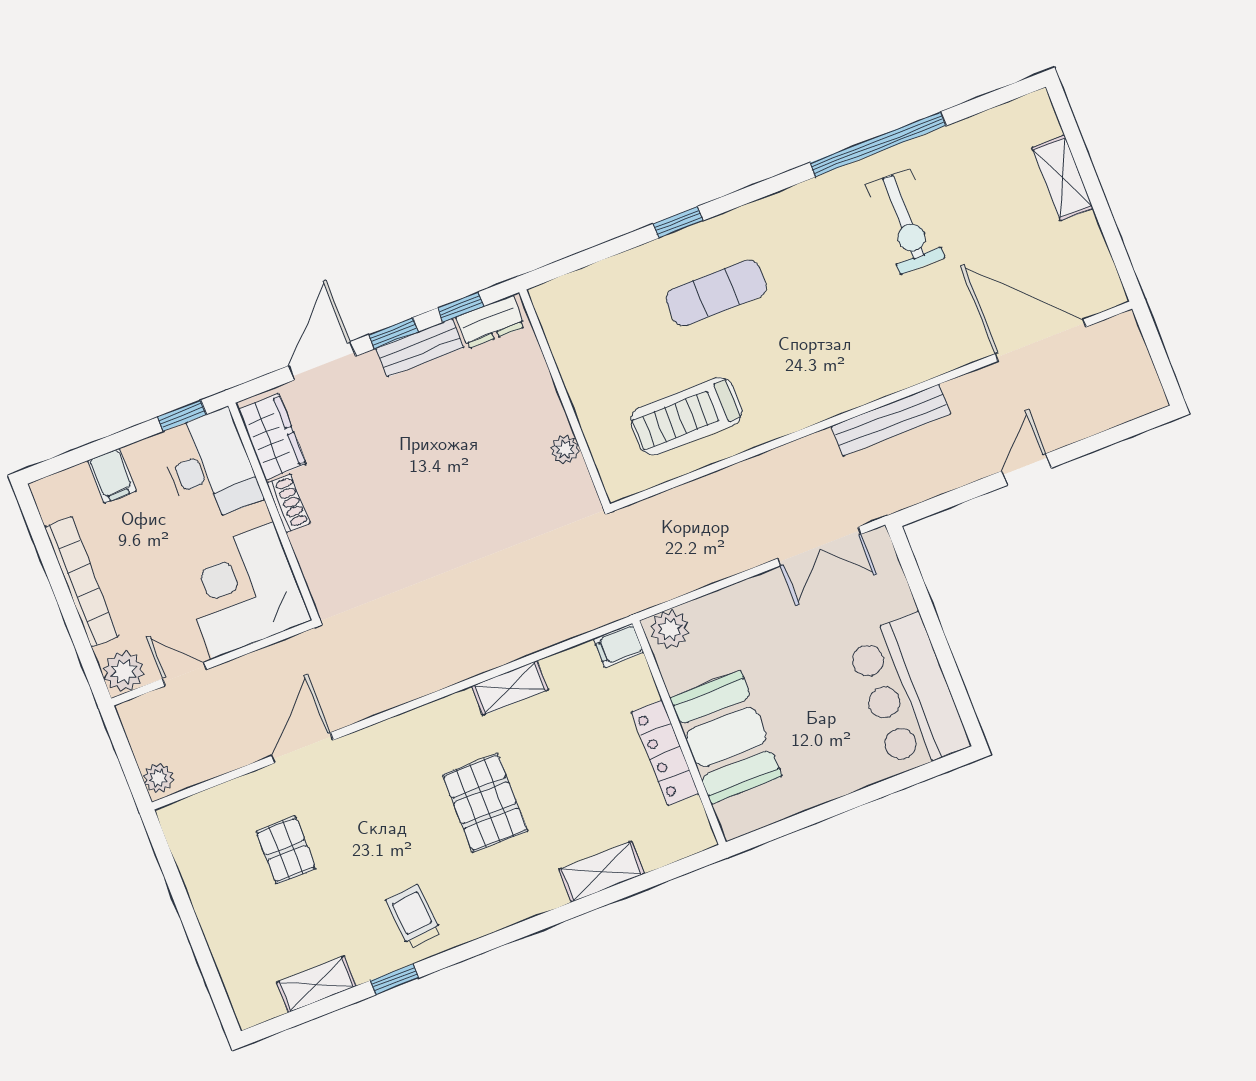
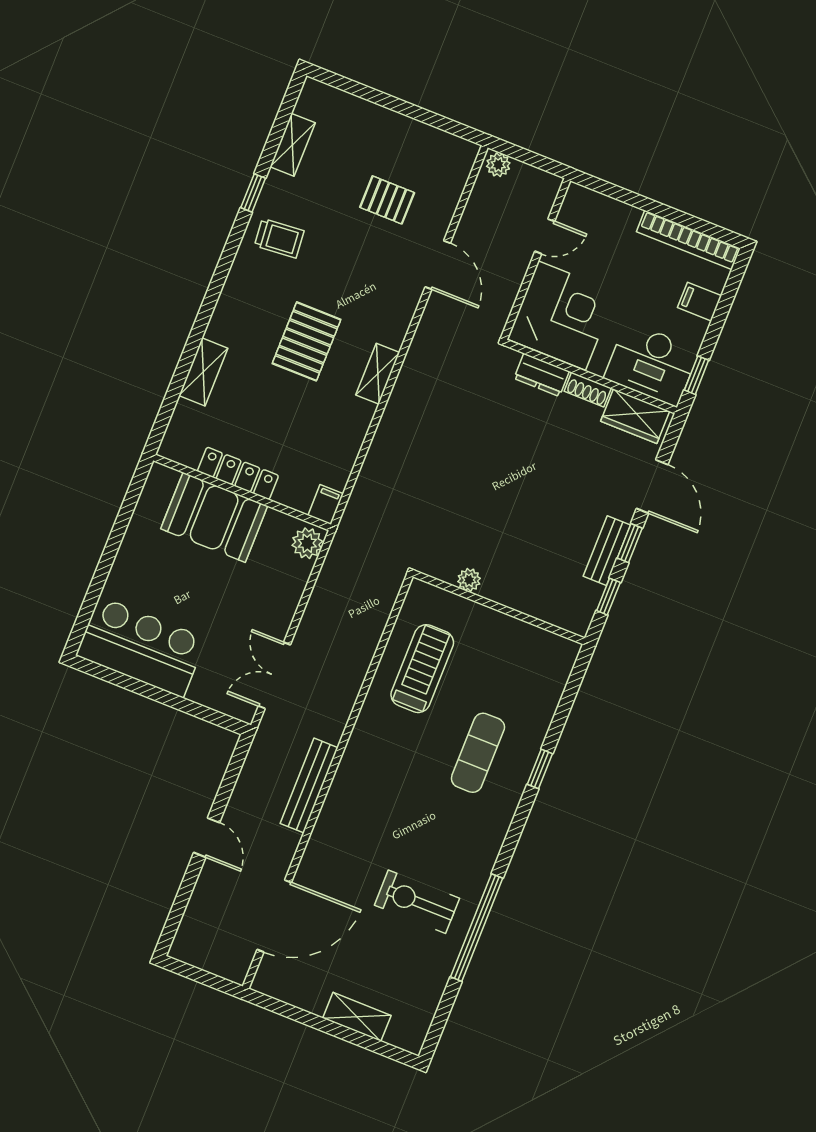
dresser: (490, 322) -> (542, 375), moved, turned -90
bookcase: (81, 582) -> (688, 240), moved
plant: (124, 671) -> (579, 202), removed
shelving: (510, 688) -> (378, 374), moved
pallet: (485, 803) -> (307, 341), turned 90

